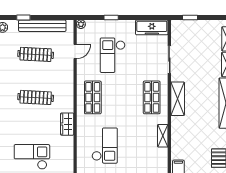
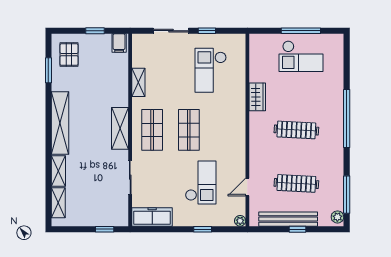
window: (23, 18) -> (297, 229), moved
shop shelf: (93, 97) -> (189, 130), moved

